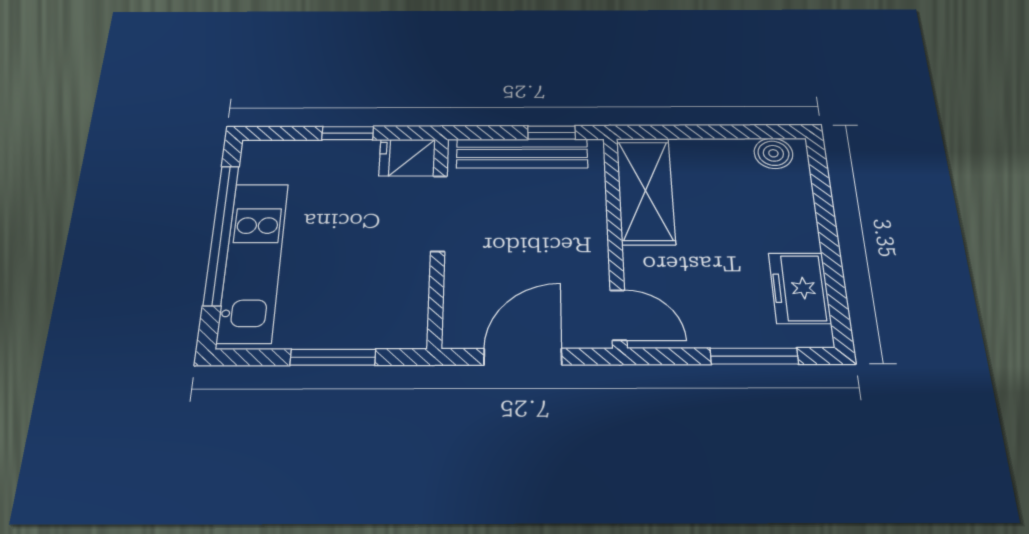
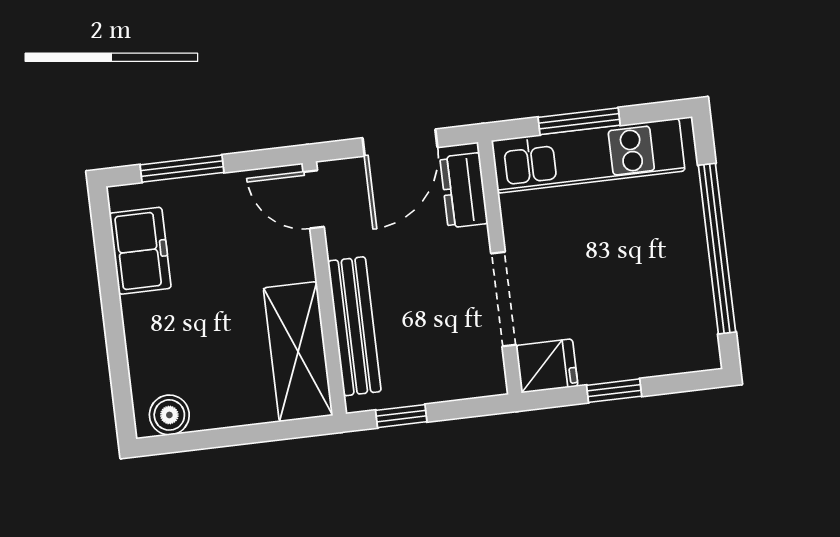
bench: (522, 153) -> (354, 326), moved, turned 90
kitchen unit: (253, 261) -> (588, 156), moved, turned -90
dresser: (463, 308) -> (464, 190), added

